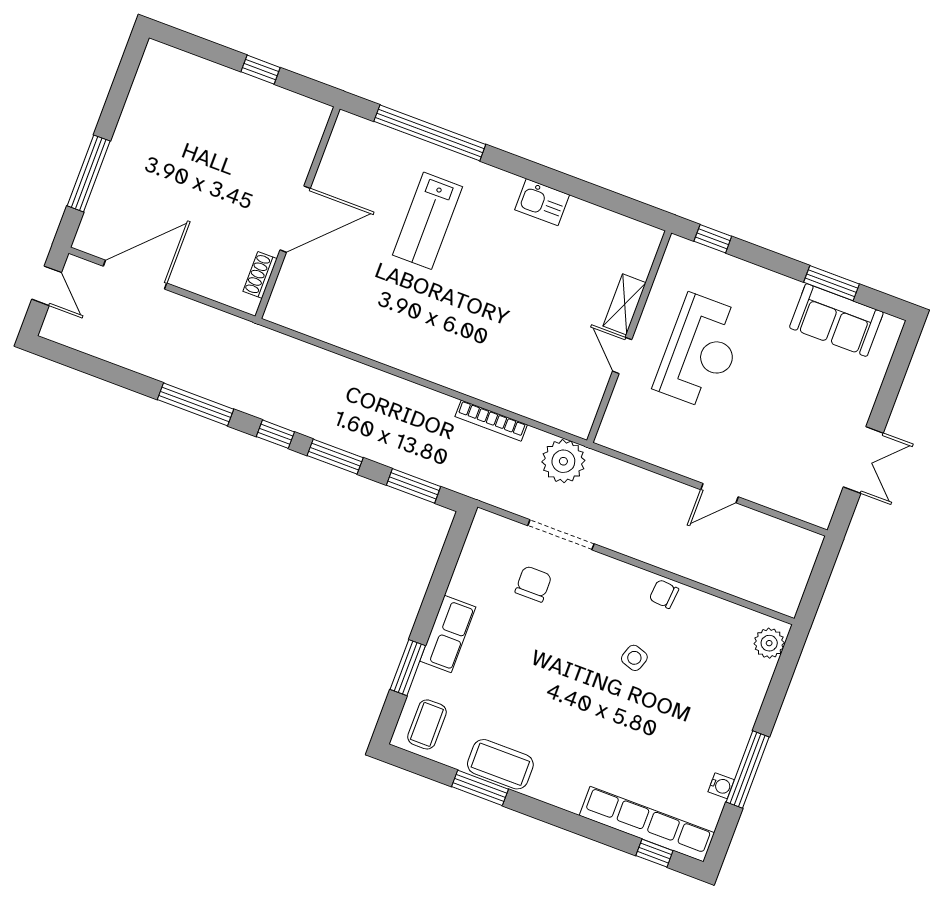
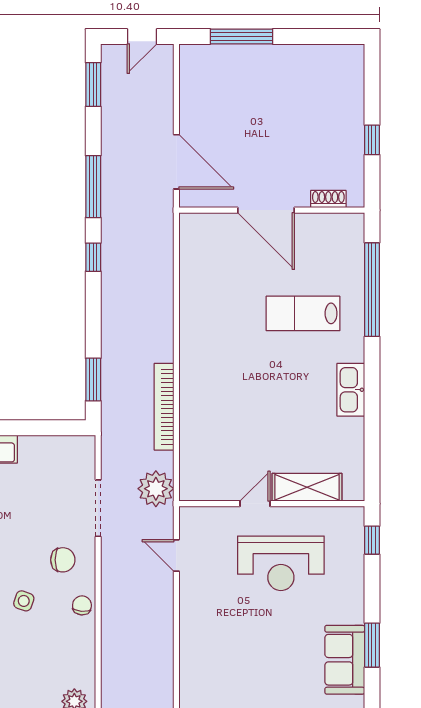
kitchen sink: (542, 202) -> (351, 390), width x1.38
door: (135, 275) -> (176, 162), moved
shoe rack: (260, 275) -> (328, 199), moved
shelving: (625, 304) -> (307, 487), width x1.50, depth x1.33
bookcase: (491, 421) -> (164, 407), width x1.48, depth x1.31
window: (335, 457) -> (93, 84), moved
door: (719, 493) -> (176, 555), moved
chair: (533, 584) -> (63, 560), moved

